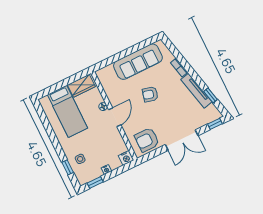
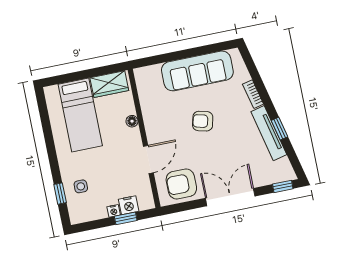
window: (211, 95) -> (280, 129), moved
door: (115, 117) -> (148, 160), moved
double door: (182, 140) -> (230, 197), swing flipped
nightstand: (126, 158) -> (129, 205), moved
window: (95, 183) -> (126, 218), moved

